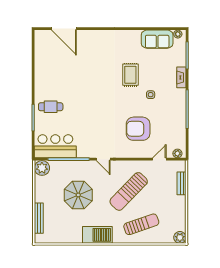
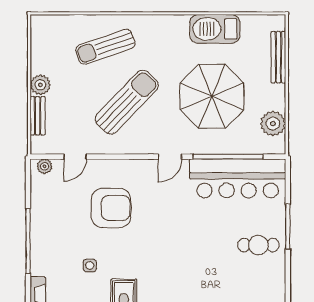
bar counter: (55, 146) -> (238, 178), width x1.36
door: (103, 159) -> (170, 157), swing flipped
plant: (42, 168) -> (273, 124), moved
parasol: (78, 195) -> (212, 96), width x1.36, depth x1.36
barbecue: (97, 235) -> (215, 29), moved
plant: (180, 237) -> (40, 85), moved

